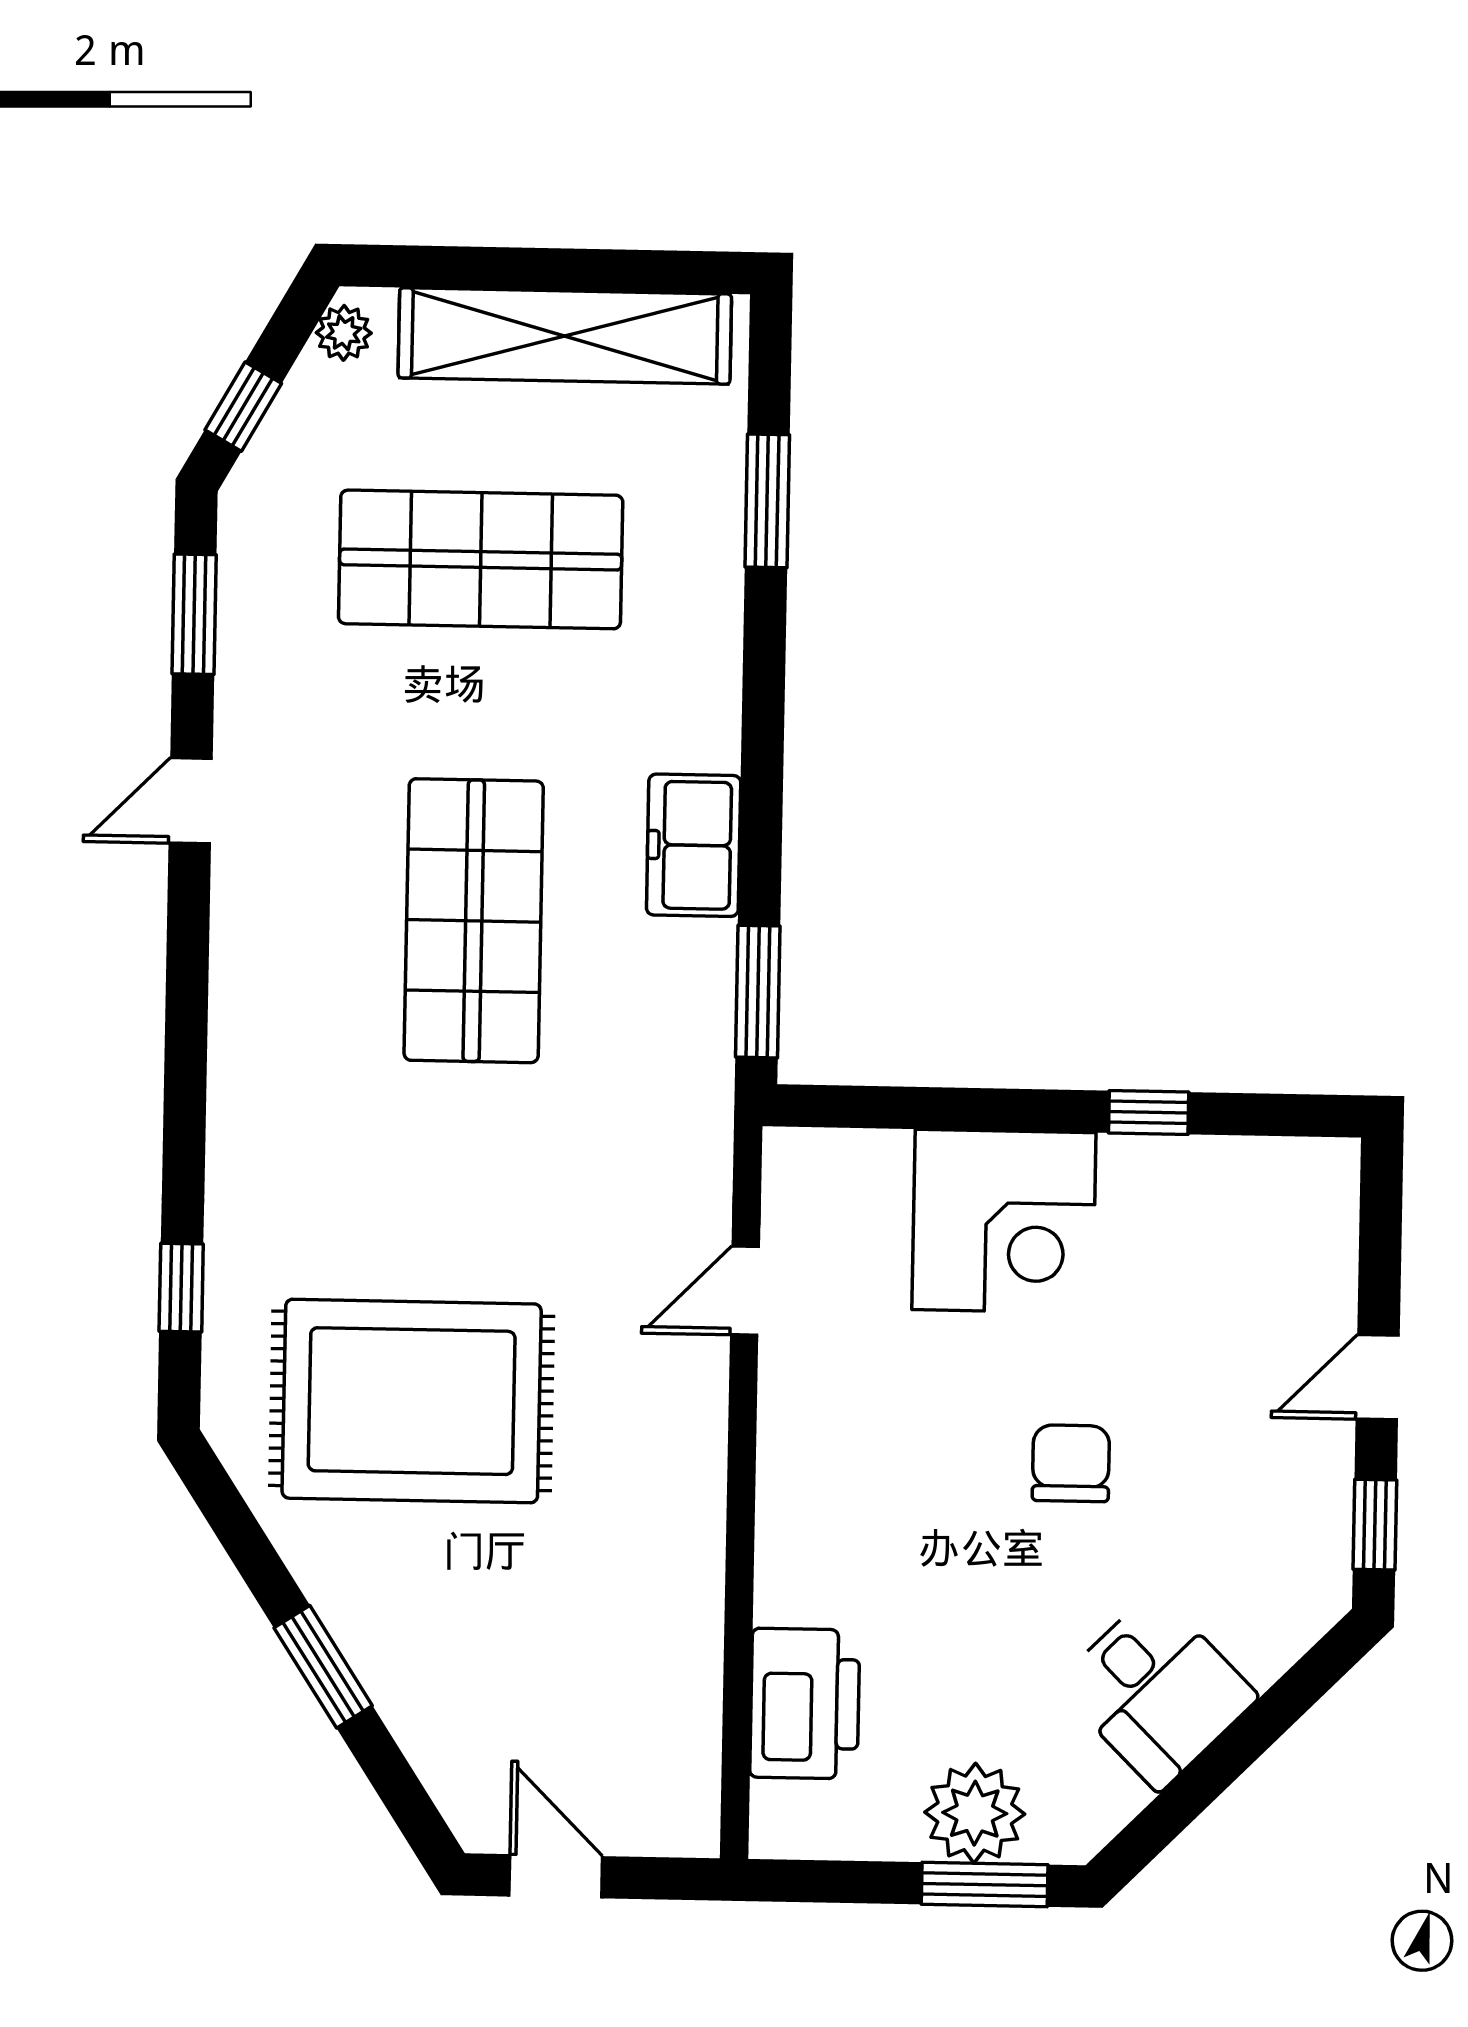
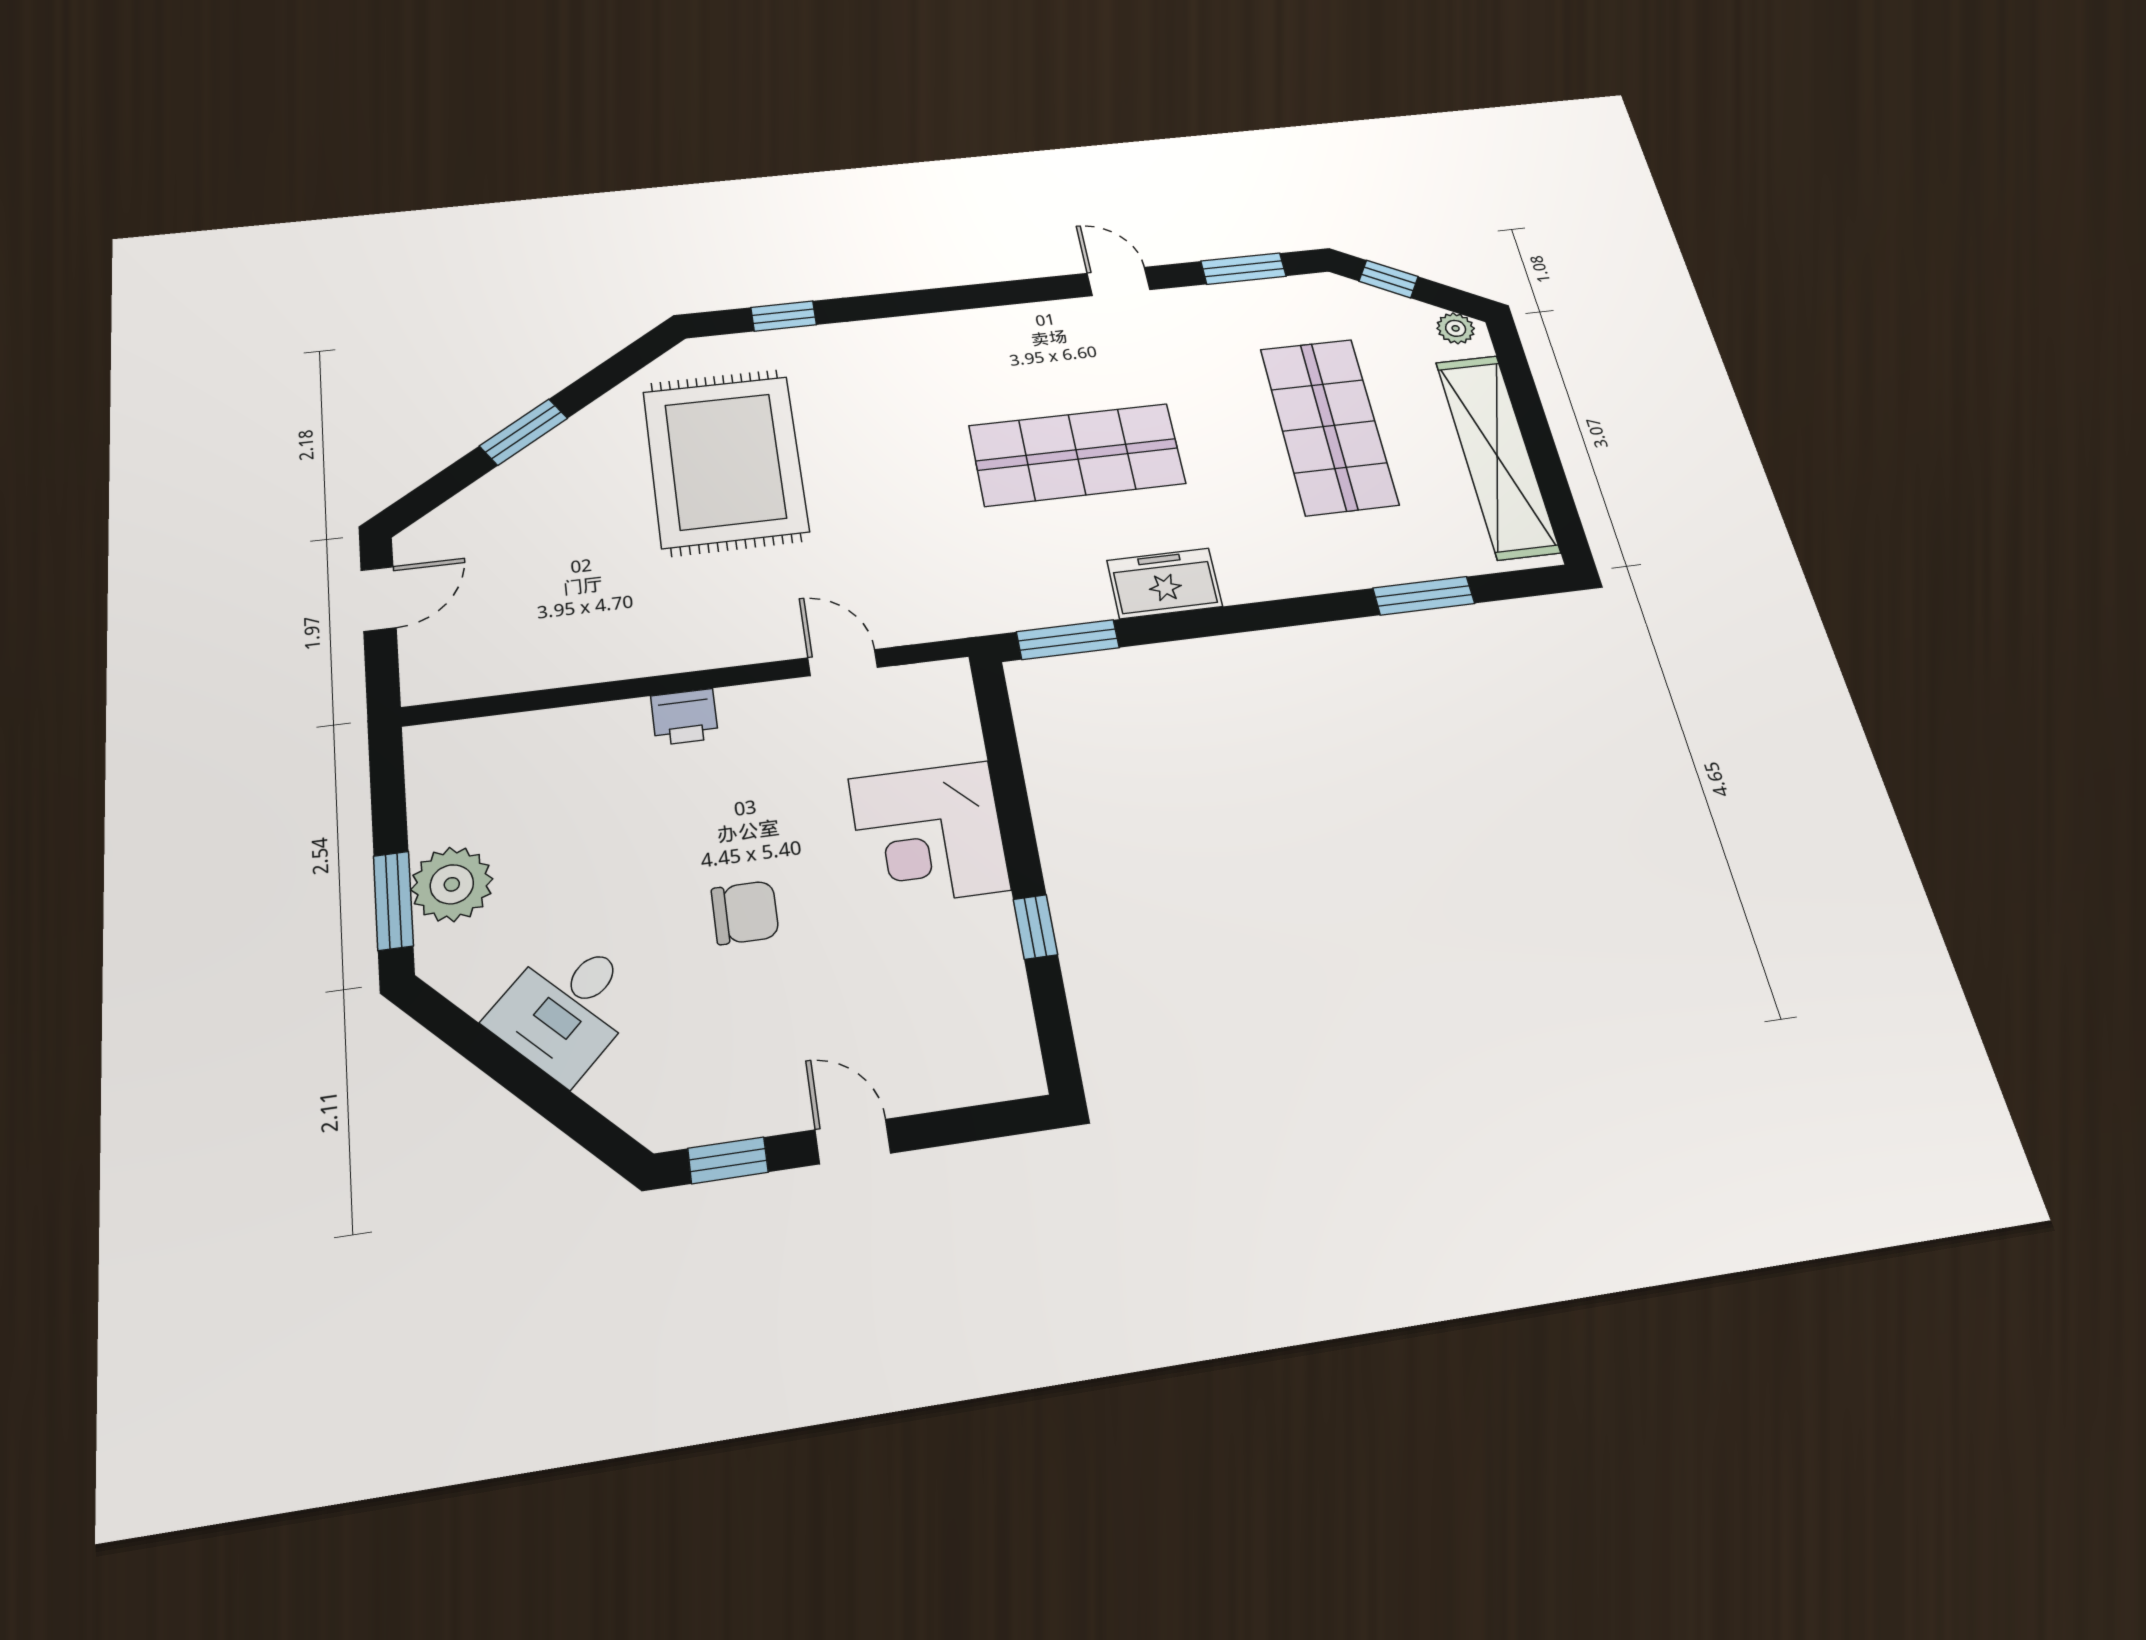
printer: (805, 1704) -> (685, 717), moved, width x0.53, depth x0.68

